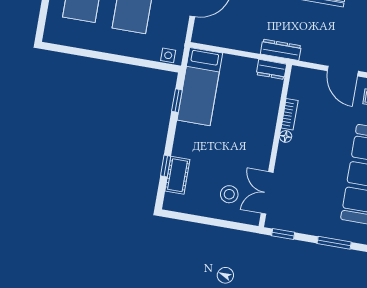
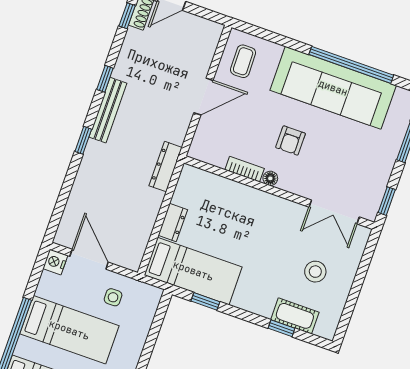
side table: (168, 55) -> (113, 297), moved
dresser: (271, 69) -> (173, 222), moved
armchair: (319, 148) -> (291, 140), added
stool: (229, 194) -> (315, 272), moved

